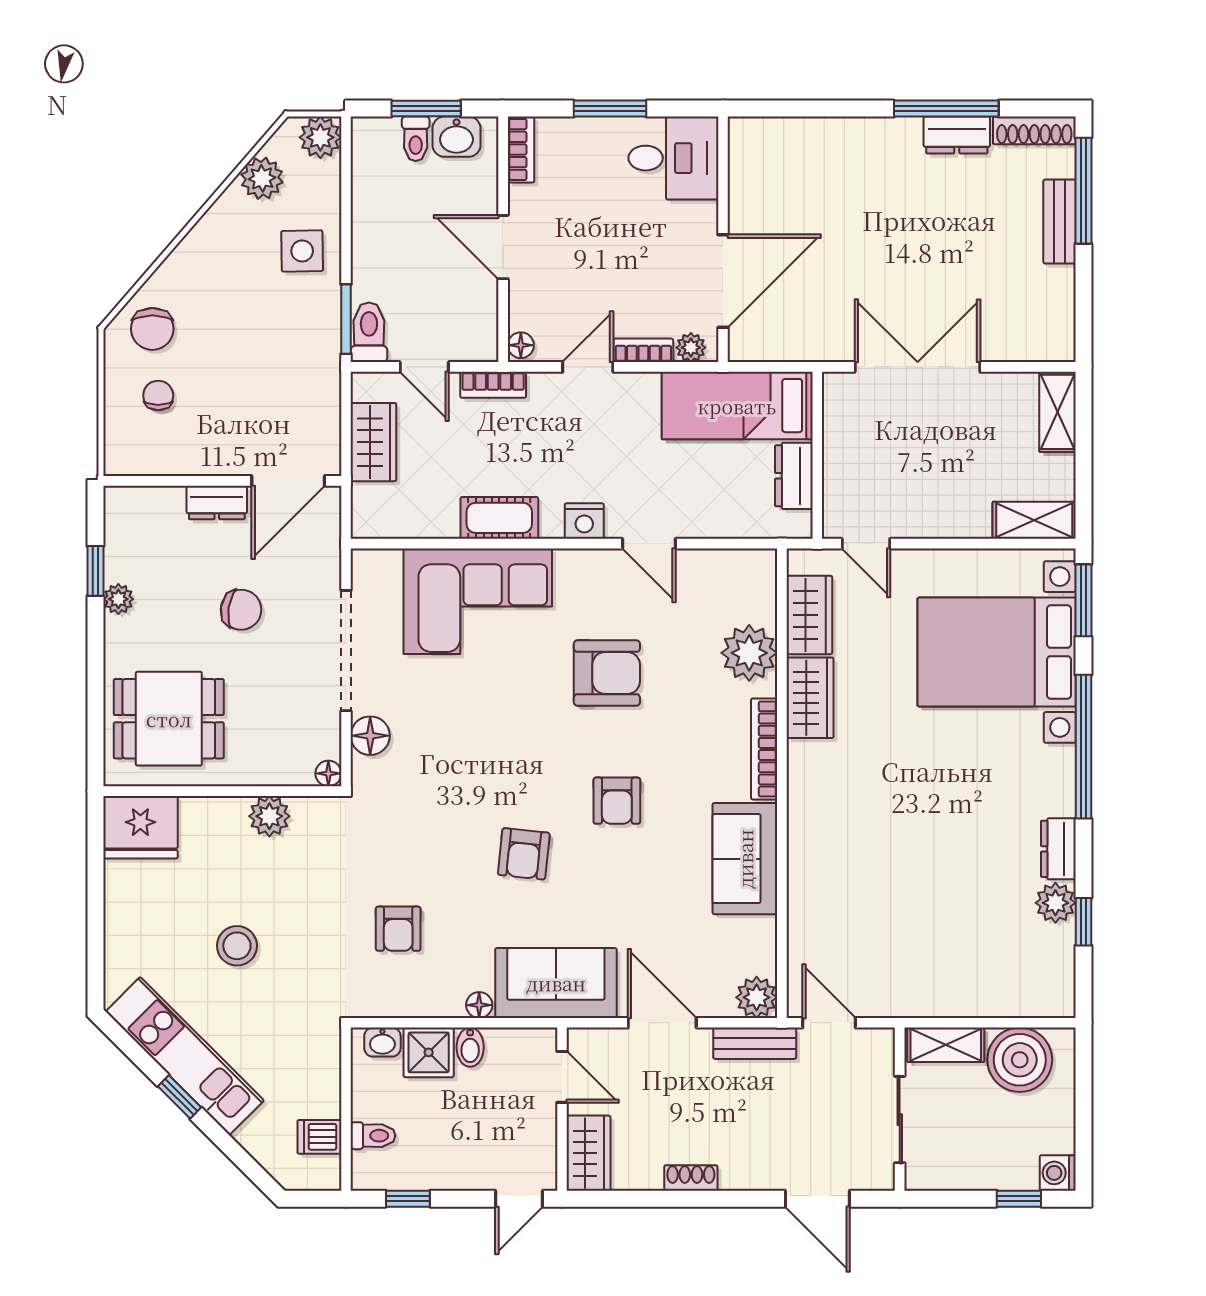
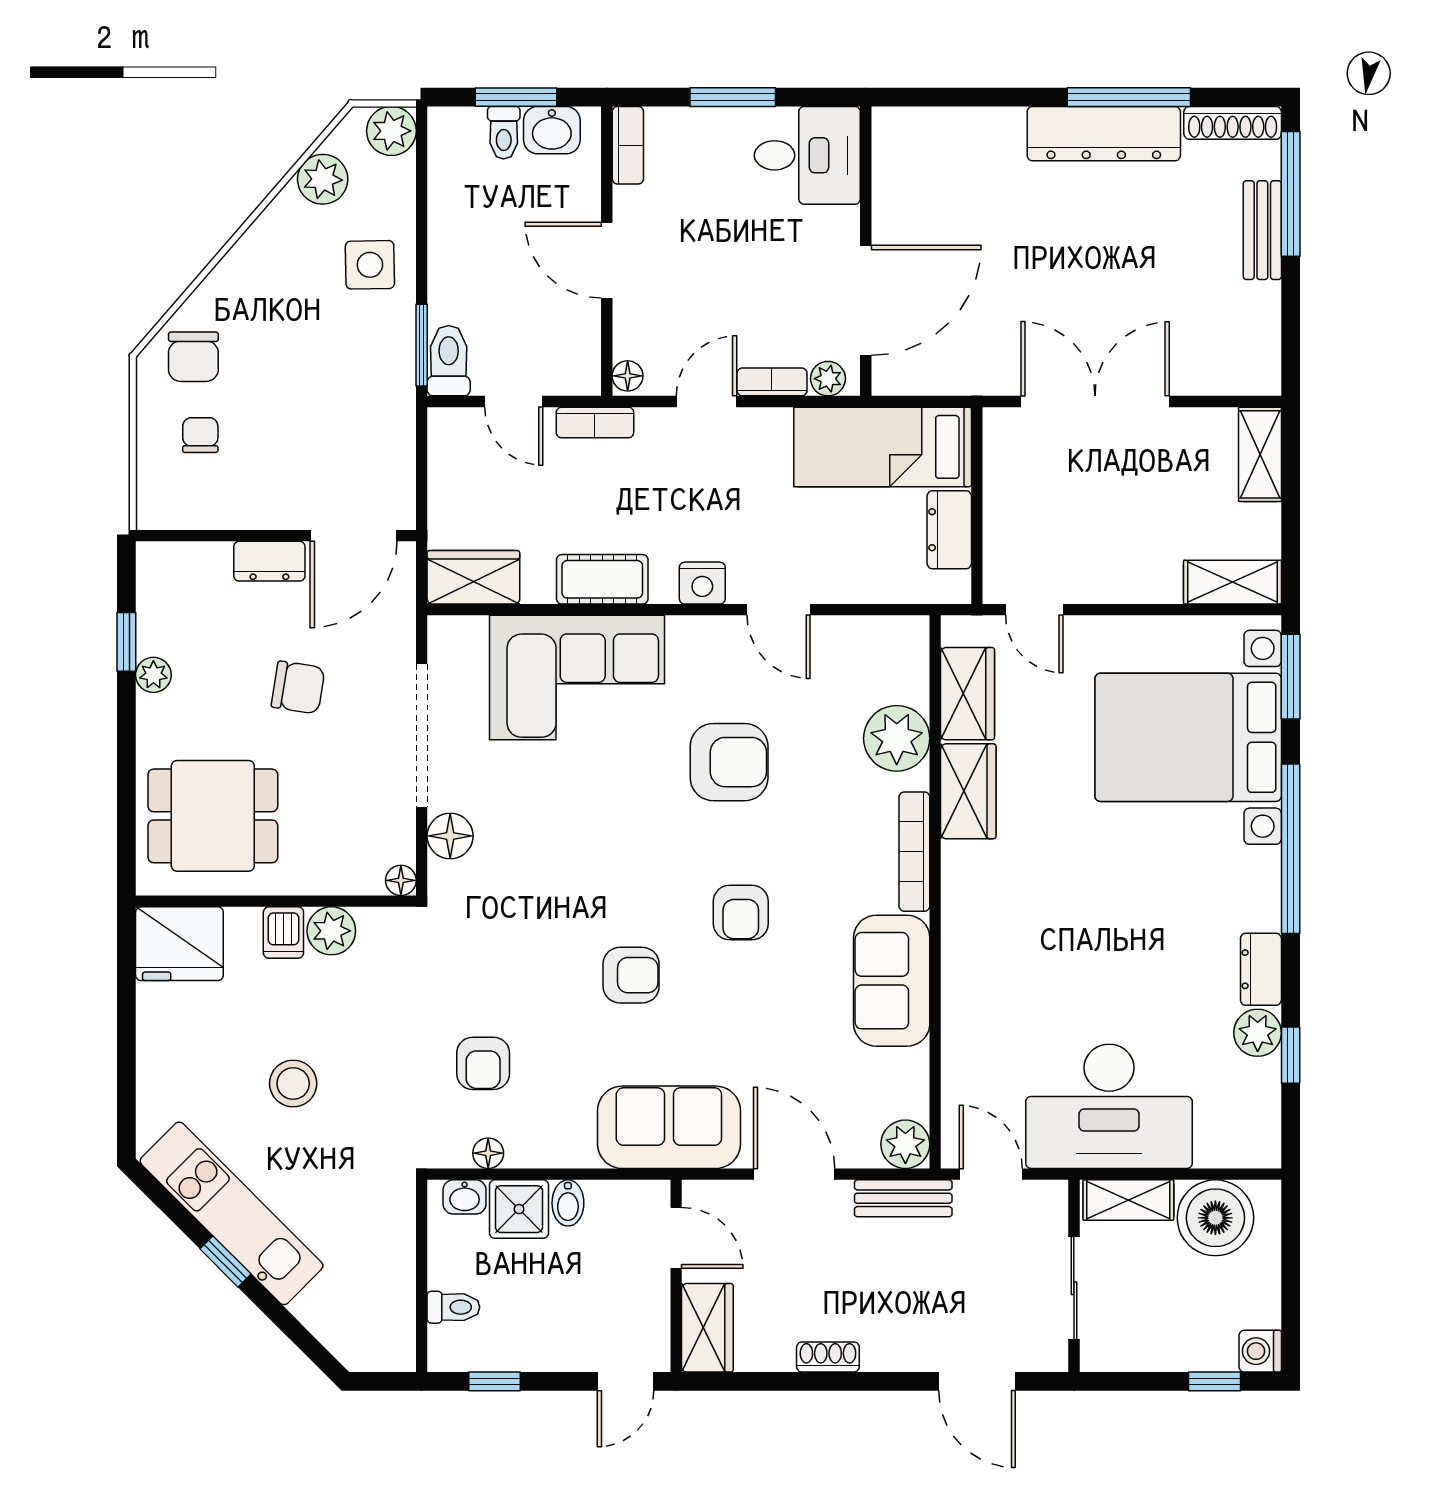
dresser: (957, 135) -> (1104, 134), width x1.96, depth x1.24
wardrobe: (373, 442) -> (473, 577), moved, turned -90
armchair: (524, 854) -> (631, 975), turned -96
desk: (929, 965) -> (1109, 1106), added
floor lamp: (479, 1005) -> (488, 1153), moved
dishwasher: (319, 1137) -> (283, 932), moved, turned -90

